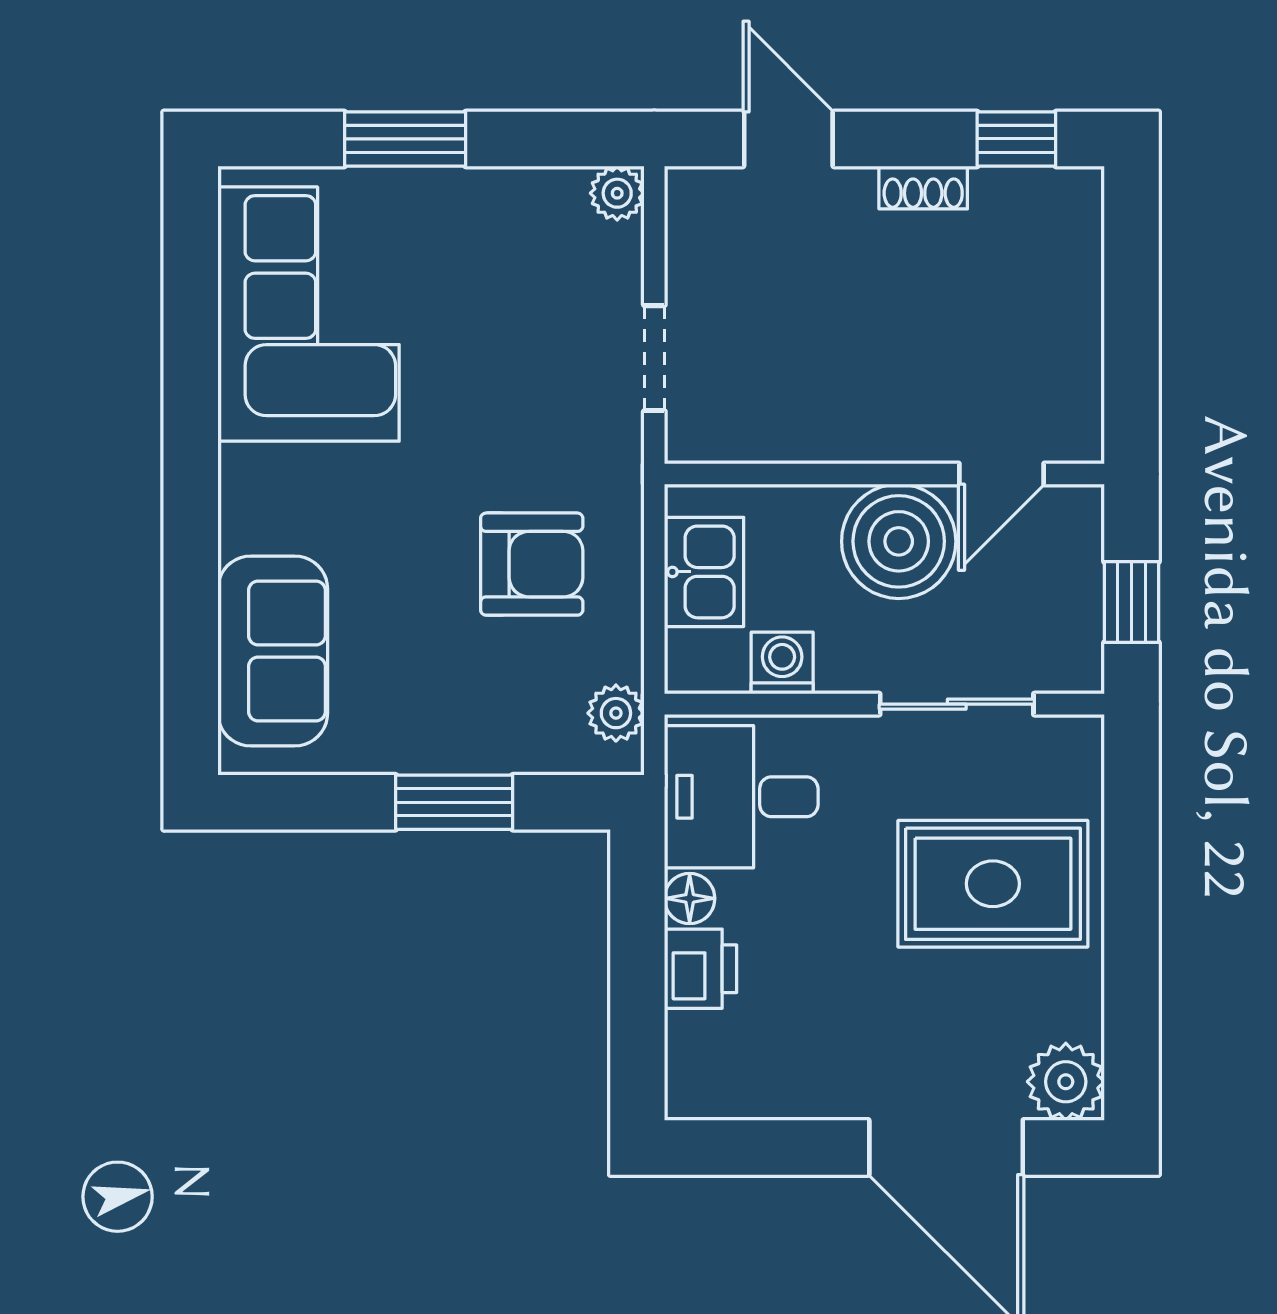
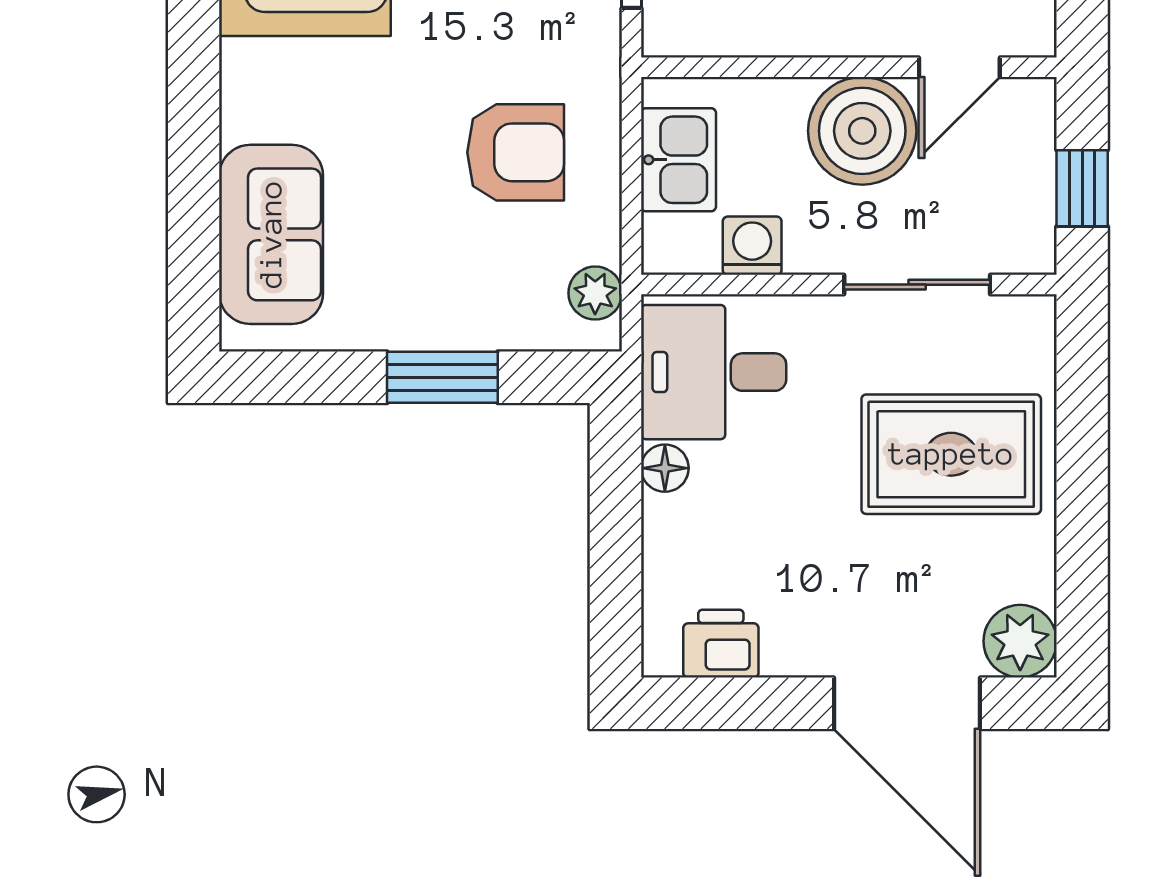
printer: (701, 969) -> (721, 644), moved, turned -90

